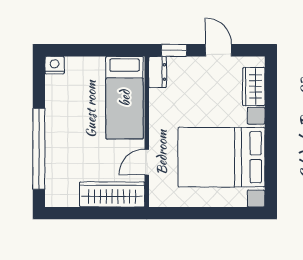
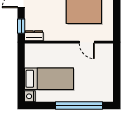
bed: (125, 98) -> (49, 79), moved
wardrobe: (112, 194) -> (106, 62), removed

